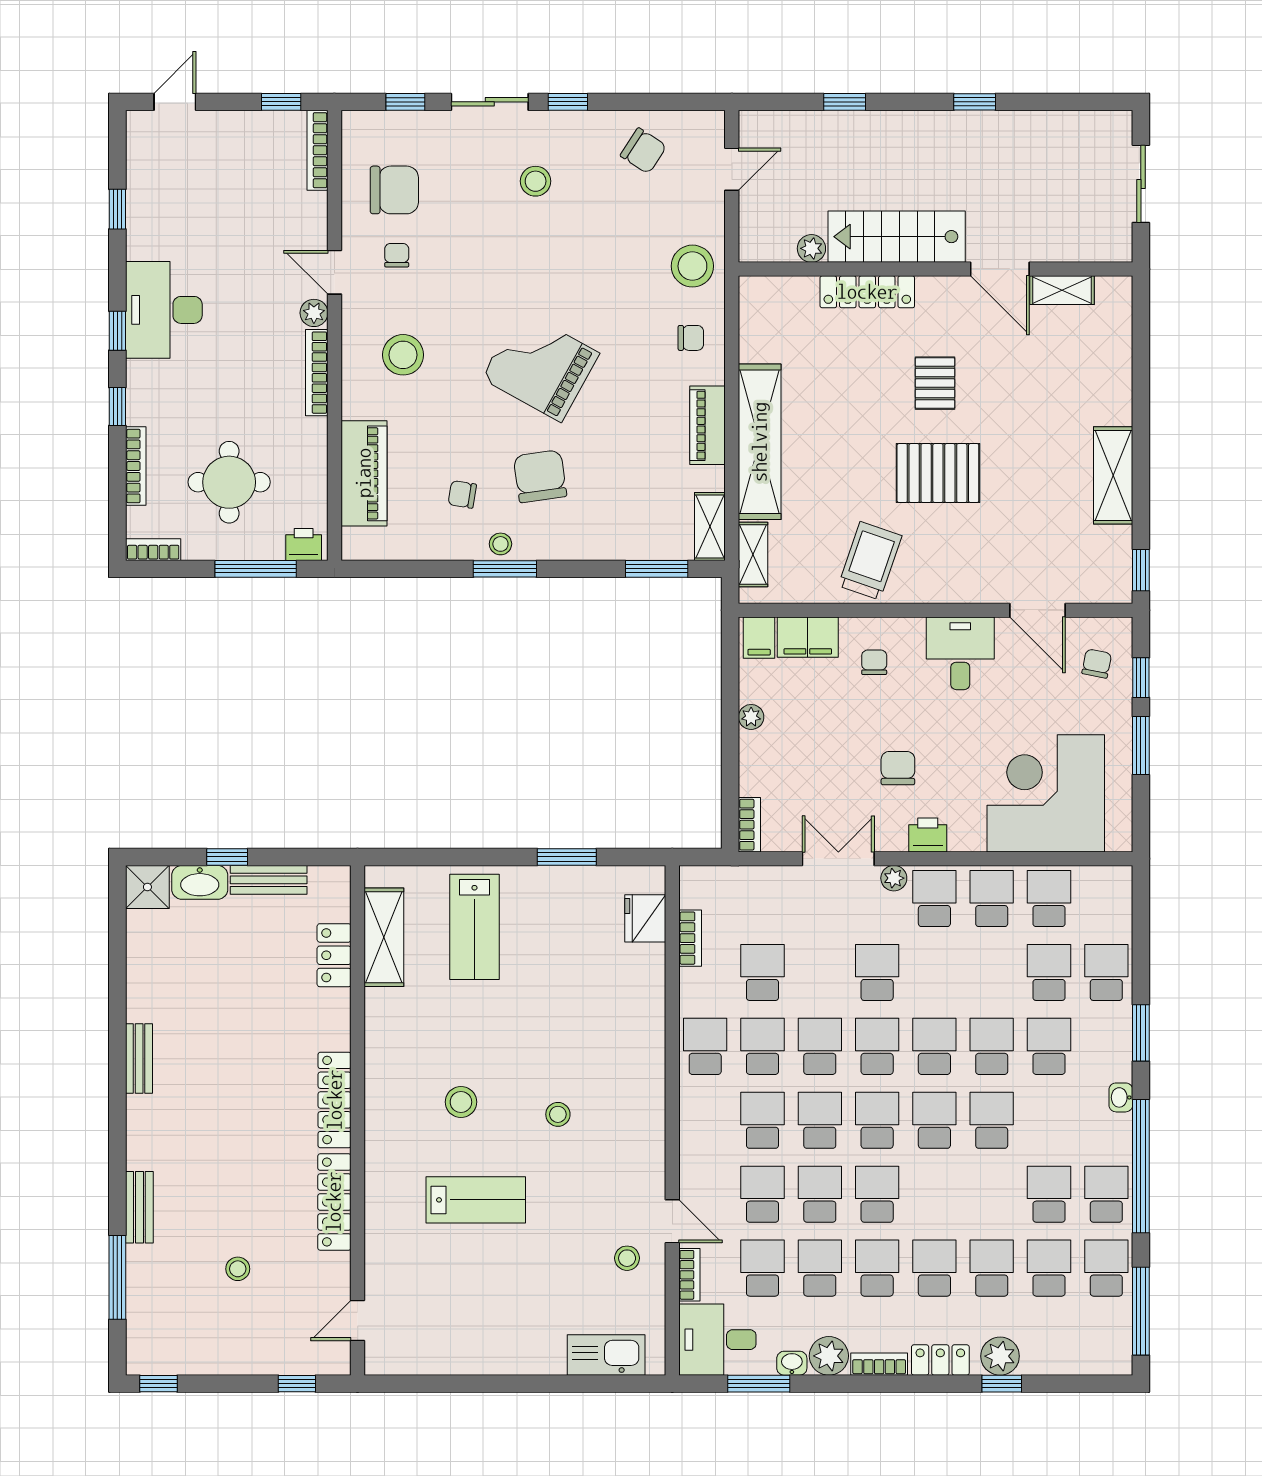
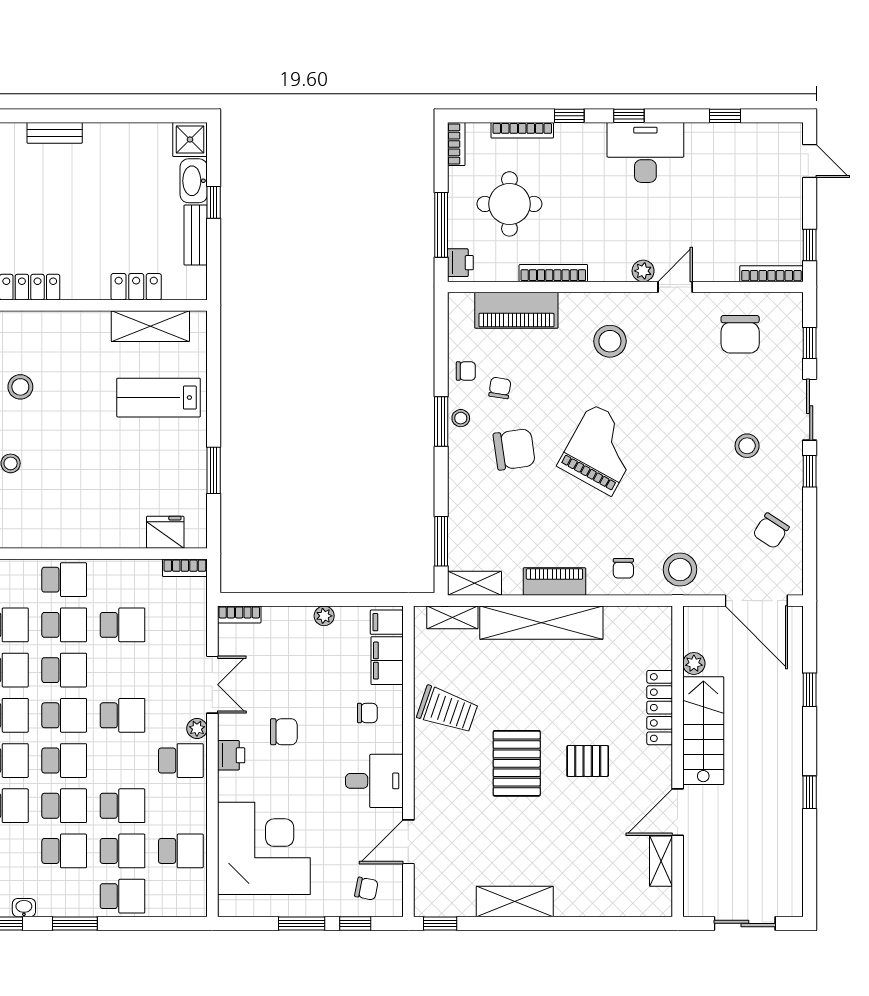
door: (732, 169) -> (756, 601), width x1.88
chair: (397, 255) -> (466, 371), moved
bookcase: (317, 373) -> (553, 273), moved
school desk: (992, 899) -> (123, 806), moved
bookcase: (690, 938) -> (185, 568), moved

